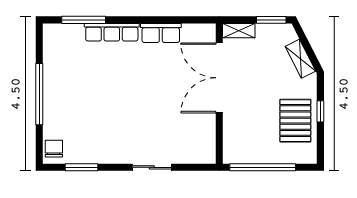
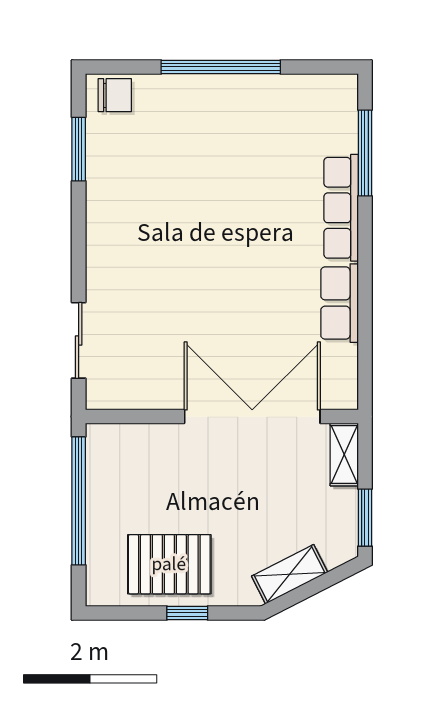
sliding door: (152, 167) -> (79, 340), moved

